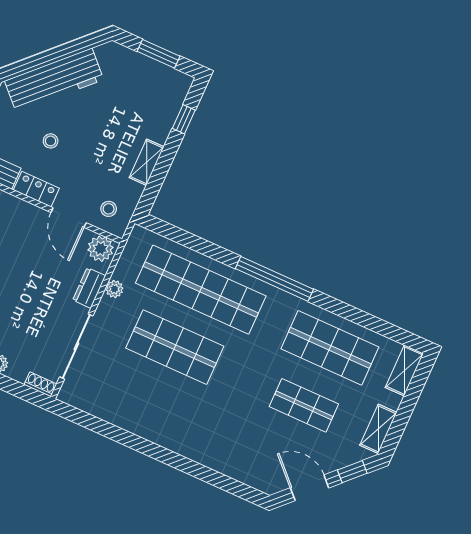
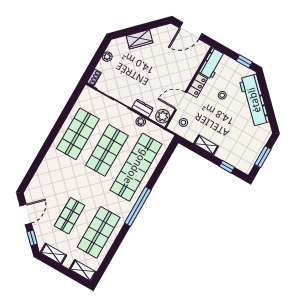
shop shelf: (149, 405) -> (78, 134), added

